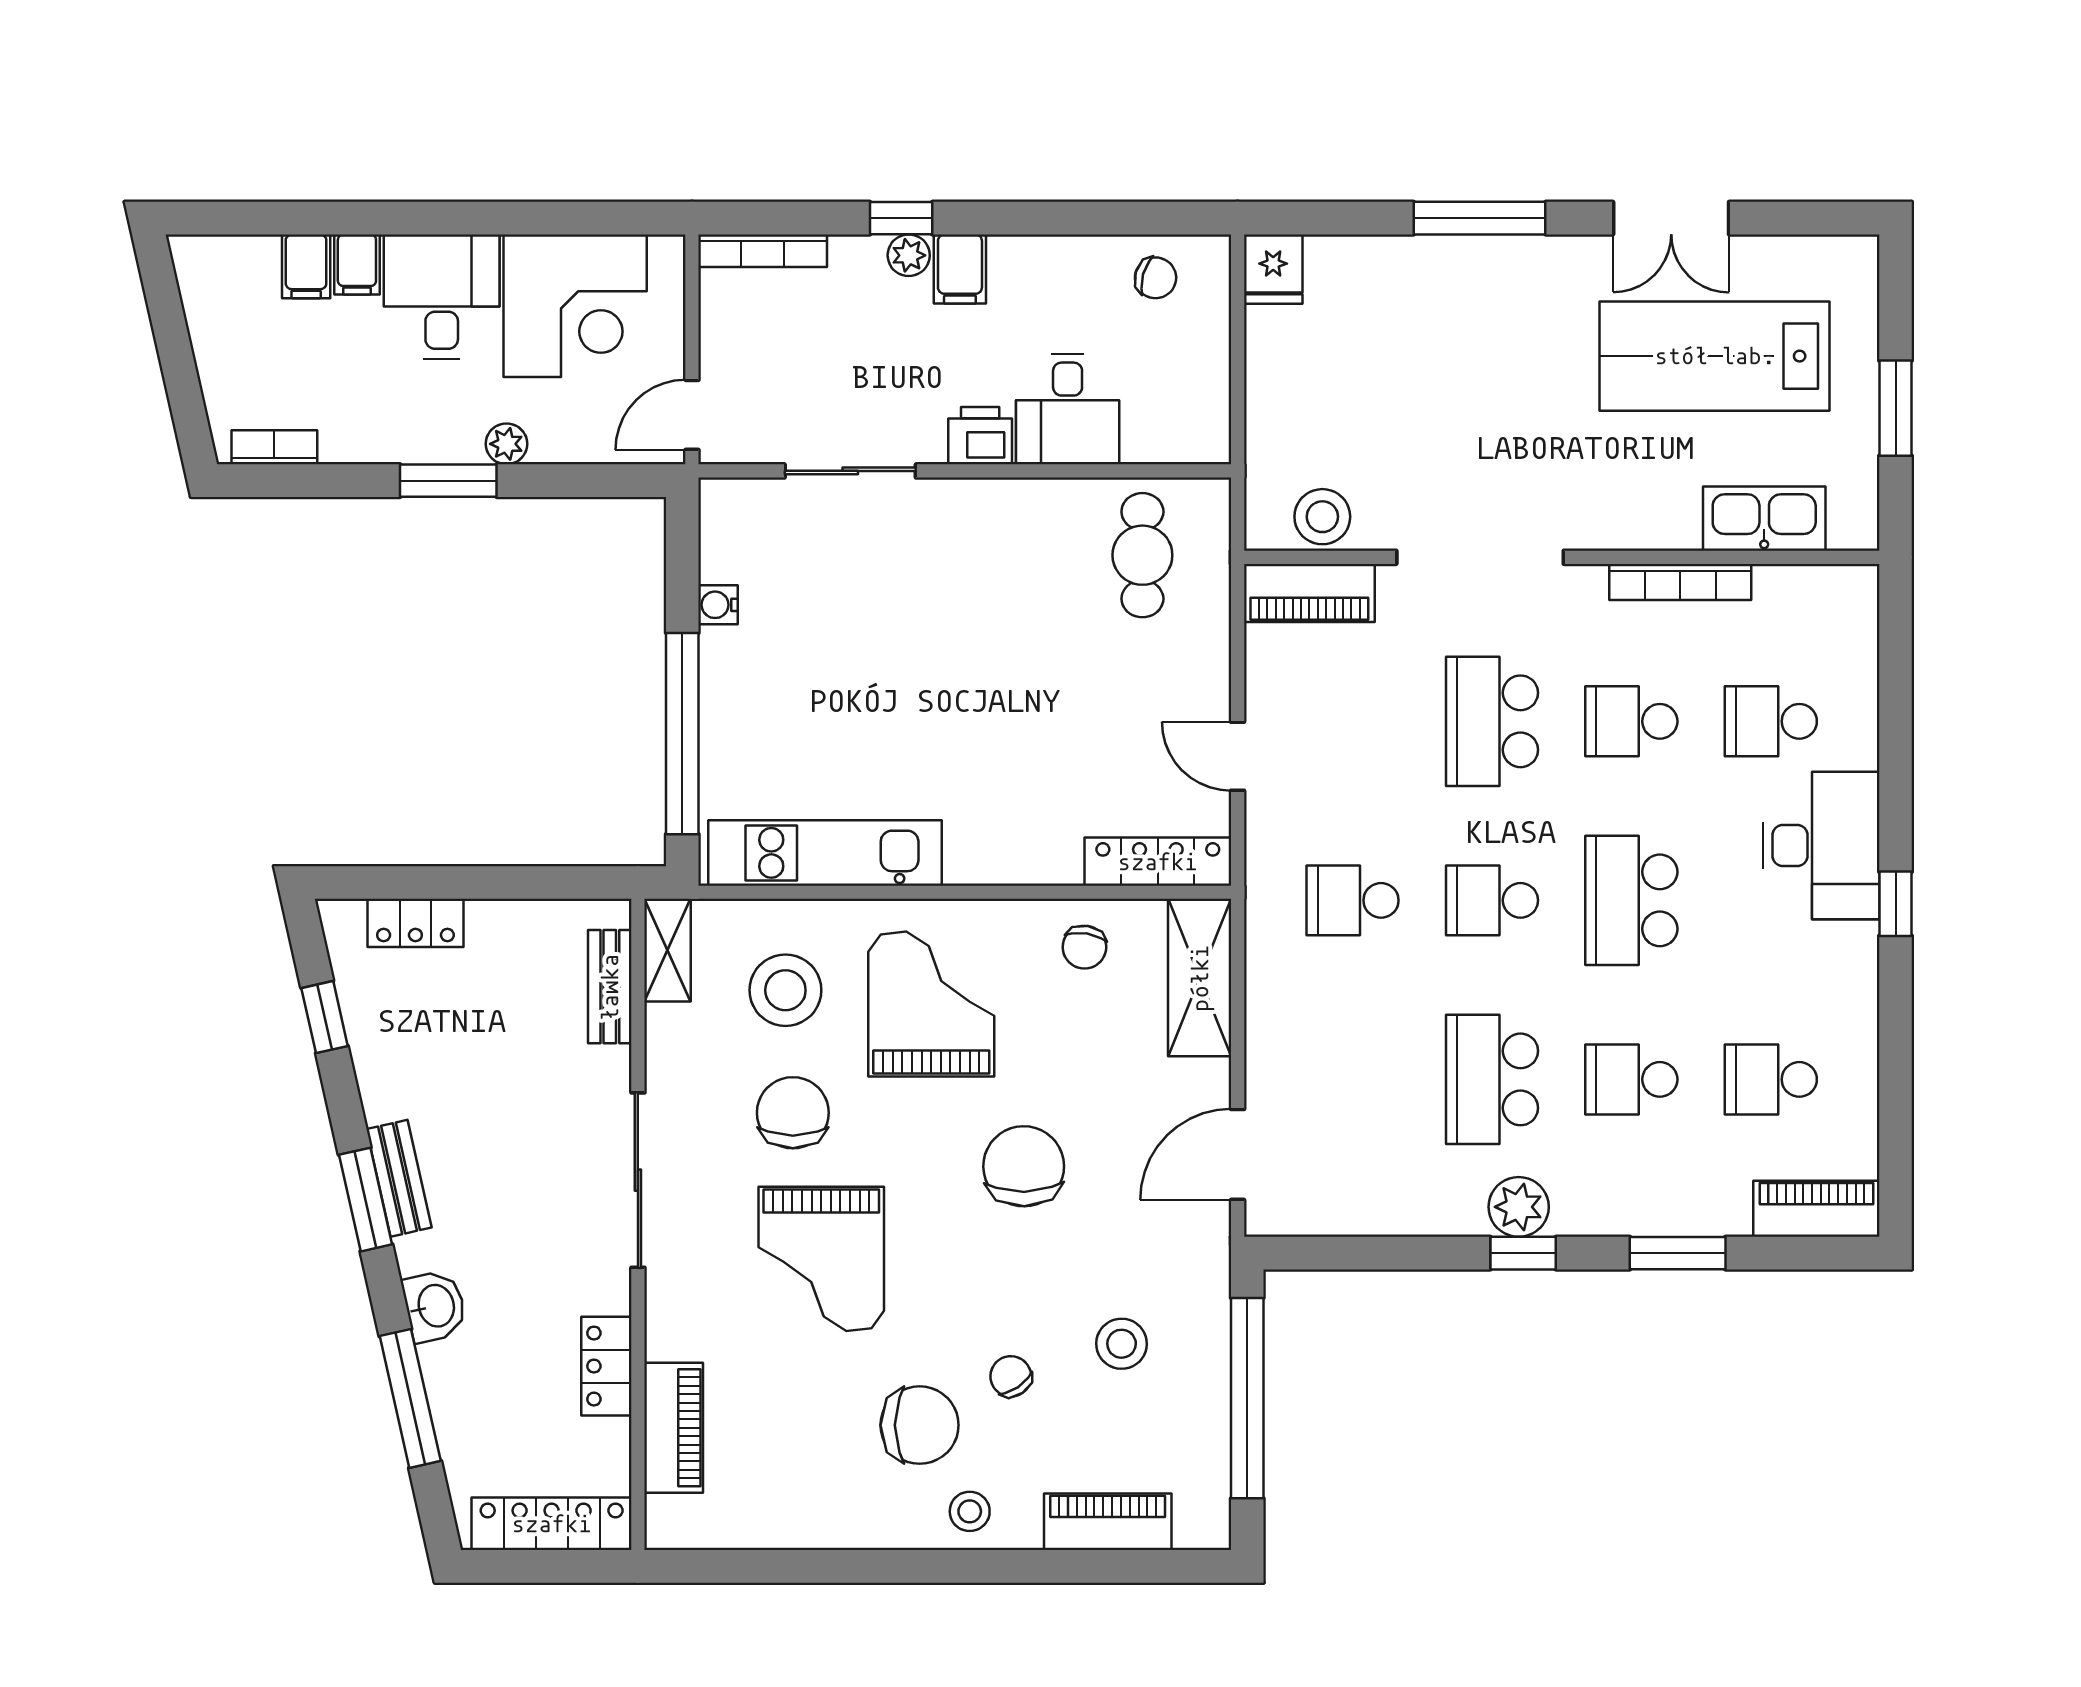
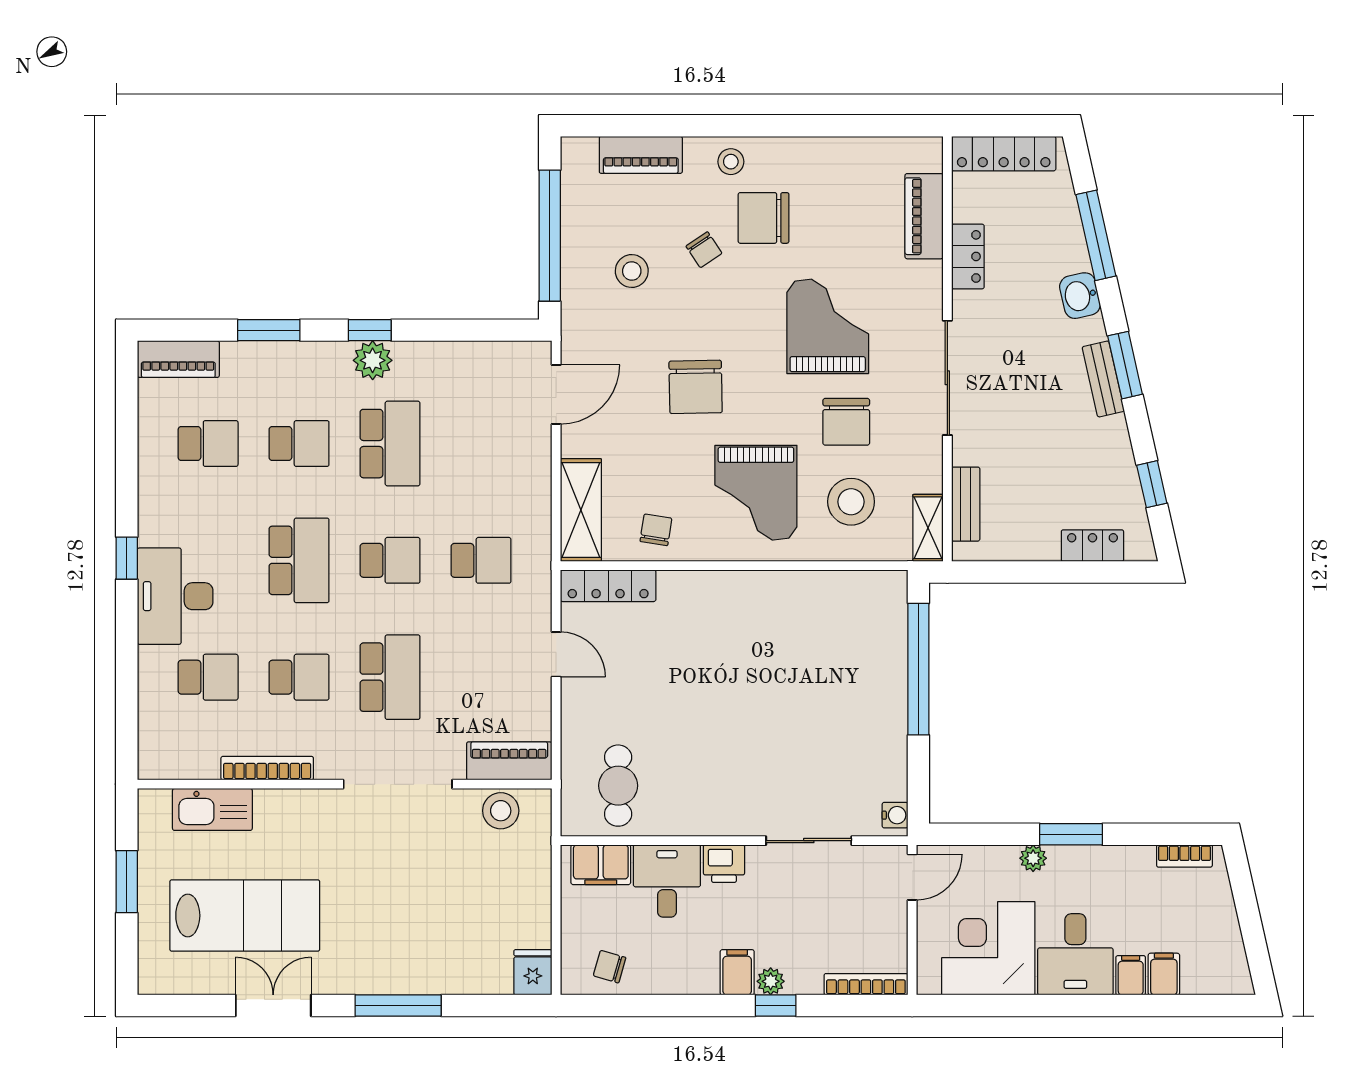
filing cabinet: (1169, 434) -> (601, 865), added
water cooler: (718, 605) -> (895, 815), moved
kitchen unit: (825, 853) -> (825, 591), removed

